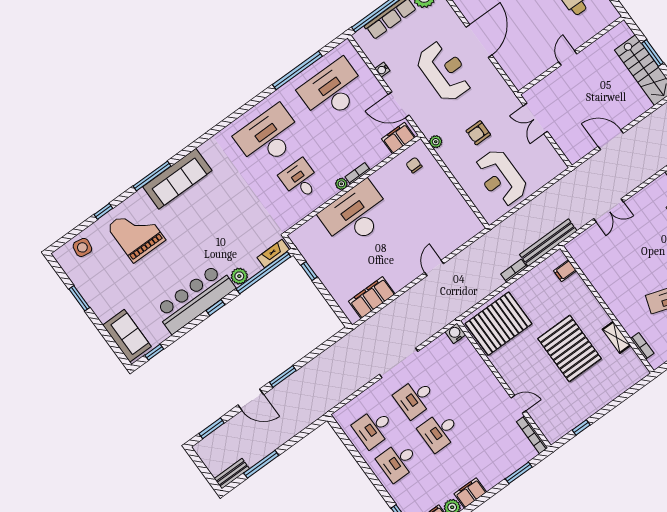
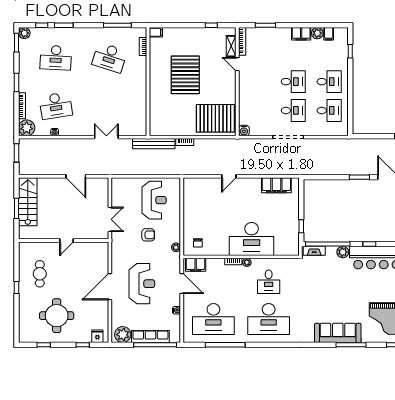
reception desk: (445, 71) -> (142, 284), turned 180
filing cabinet: (565, 271) -> (156, 32), moved
shelving: (616, 337) -> (231, 46), moved

